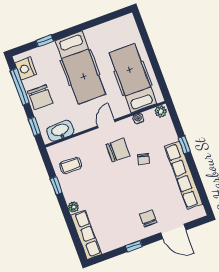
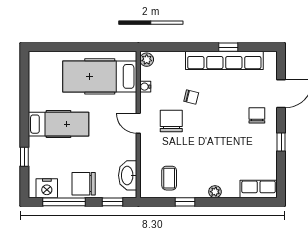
hospital bed: (80, 68) -> (59, 124), width x0.73, depth x0.78
chair: (40, 97) -> (84, 184), turned 180
window: (185, 145) -> (228, 47), moved
chair: (148, 218) -> (257, 115), turned 90
row of seats: (86, 235) -> (259, 189), width x0.68

